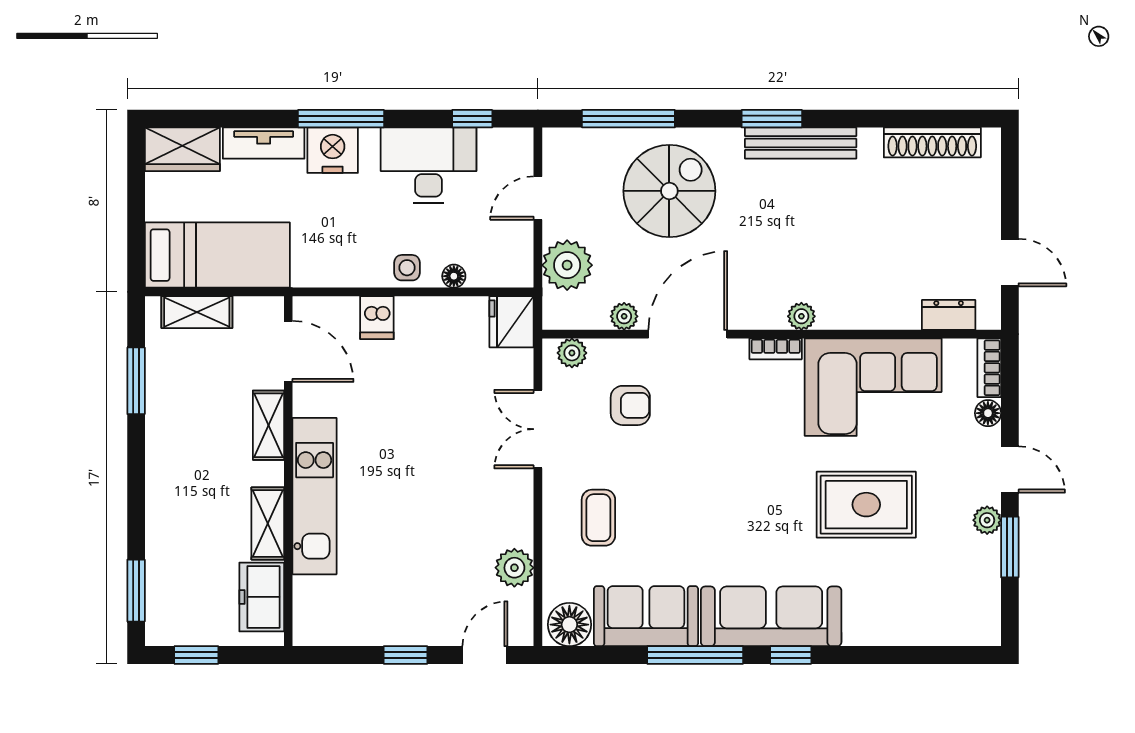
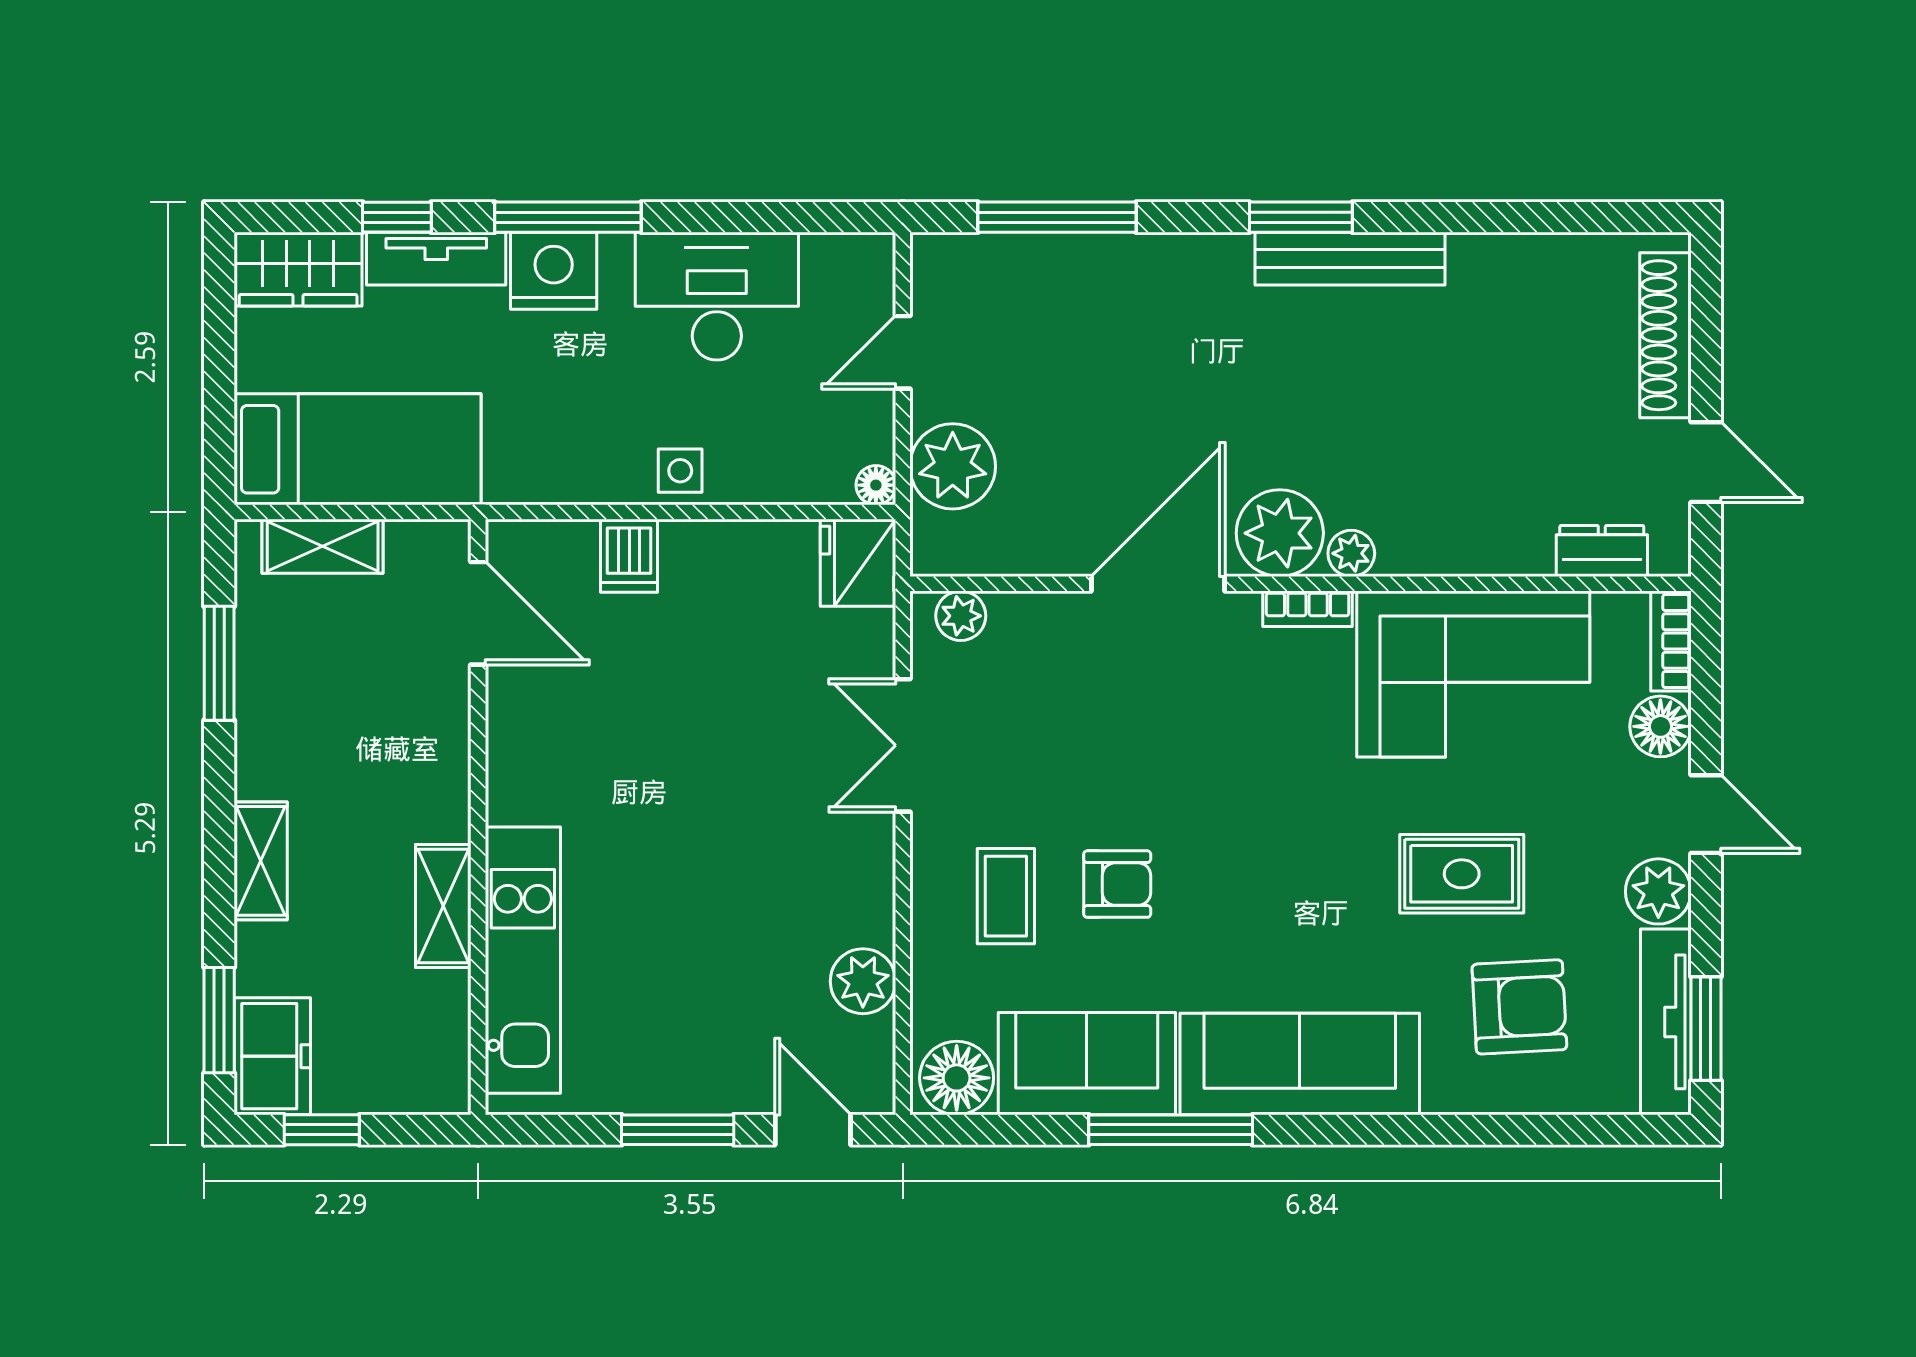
window: (472, 119) -> (397, 217), moved
shoe rack: (932, 142) -> (1665, 335), moved, turned 90
spiral stairs: (669, 191) -> (1127, 340), removed
floor lamp: (454, 276) -> (876, 485), moved
plant: (624, 316) -> (1280, 533), moved, width x1.88, depth x1.88
armchair: (630, 405) -> (1117, 884), moved
floor lamp: (988, 413) -> (1660, 726), width x1.37, depth x1.37
shelving: (268, 425) -> (261, 861), moved
kitchen unit: (315, 496) -> (523, 960), moved
rug: (866, 505) -> (1462, 874), width x0.73, depth x0.70
plant: (987, 520) -> (1658, 891), width x1.38, depth x1.38
window: (1010, 547) -> (1706, 1029), moved
armchair: (900, 583) -> (1519, 1007), added
tv unit: (986, 592) -> (1666, 1022), added
freezer: (262, 597) -> (272, 1056), moved, turned 180
window: (405, 655) -> (678, 1130), width x1.50
door: (485, 655) -> (813, 1130), hinge flipped
window: (791, 655) -> (1333, 1130), removed

